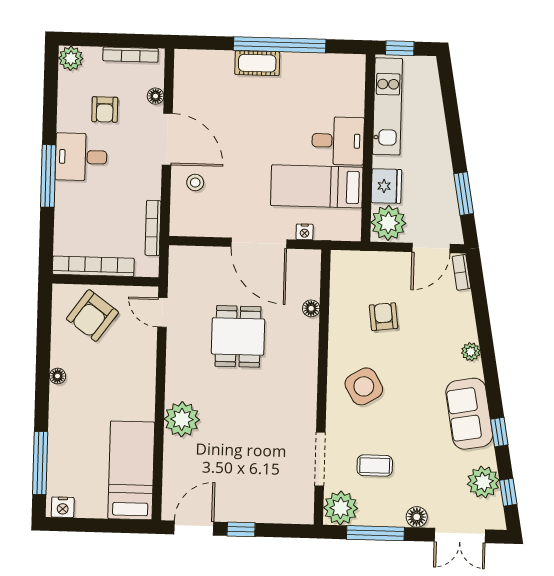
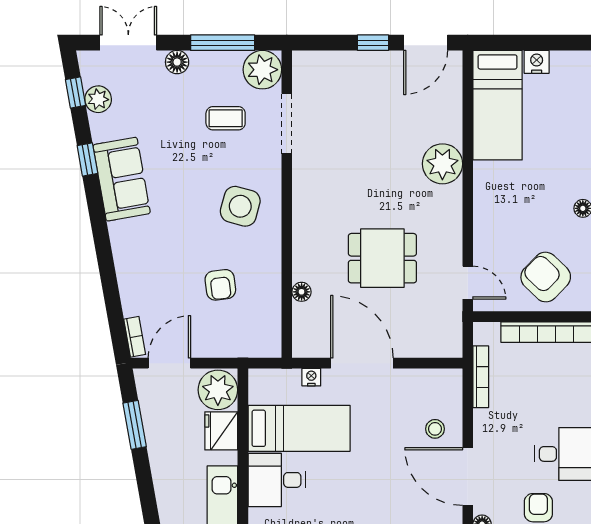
armchair: (92, 316) -> (546, 277), turned -82
dining table: (238, 336) -> (382, 258), turned 90
plant: (471, 352) -> (122, 248), removed
side table: (364, 386) -> (240, 206), turned 45
plant: (483, 482) -> (98, 99), width x0.73, depth x0.73
nightstand: (63, 507) -> (537, 62), moved

